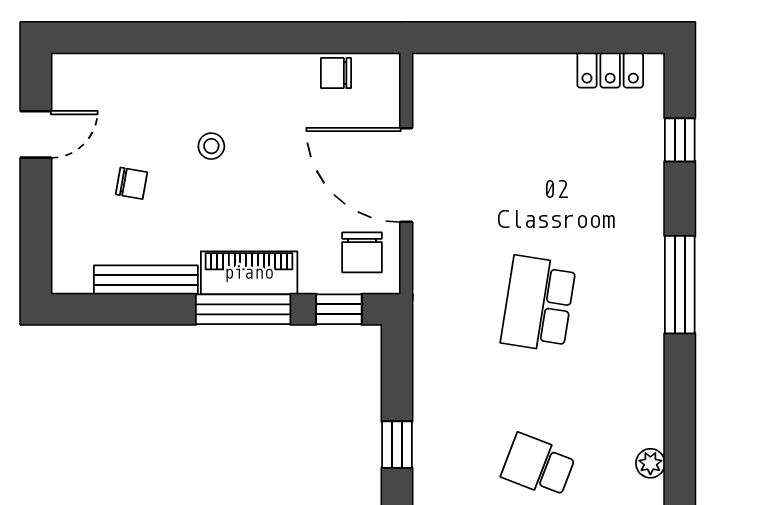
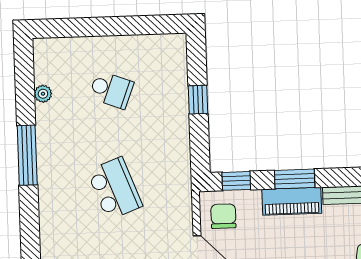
window: (680, 285) -> (27, 155), moved
school desk: (538, 304) -> (115, 189), turned -30
window: (243, 309) -> (295, 179), width x0.69

